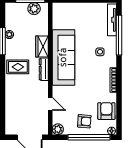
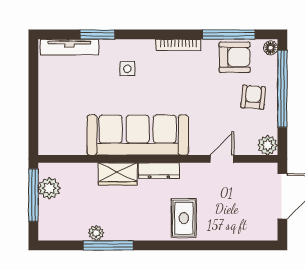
window: (119, 35) -> (97, 34), width x0.47
rug: (18, 67) -> (184, 218), moved
window: (119, 108) -> (229, 34), added
armchair: (106, 111) -> (235, 57), turned 180

